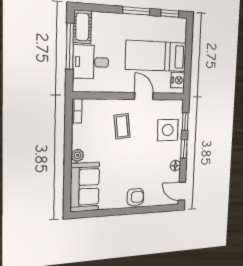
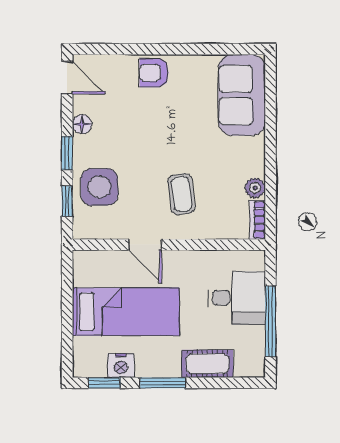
cot: (82, 27) -> (207, 364), moved, turned 90
nightstand: (178, 80) -> (121, 366), moved, turned -90
plant: (77, 155) -> (255, 188), moved

